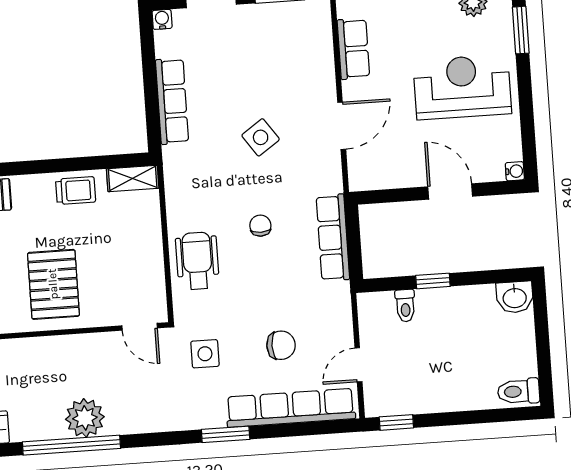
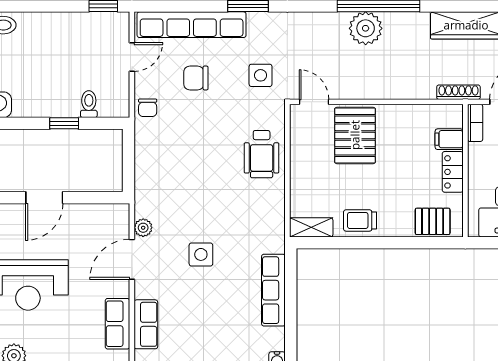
side table: (261, 137) -> (201, 254), turned 35
plant: (331, 164) -> (143, 228), added
door: (450, 192) -> (44, 198), hinge flipped
chair: (260, 226) -> (148, 108), moved
row of seats: (333, 238) -> (146, 324), moved, width x0.68
pallet: (53, 284) -> (355, 135), moved

